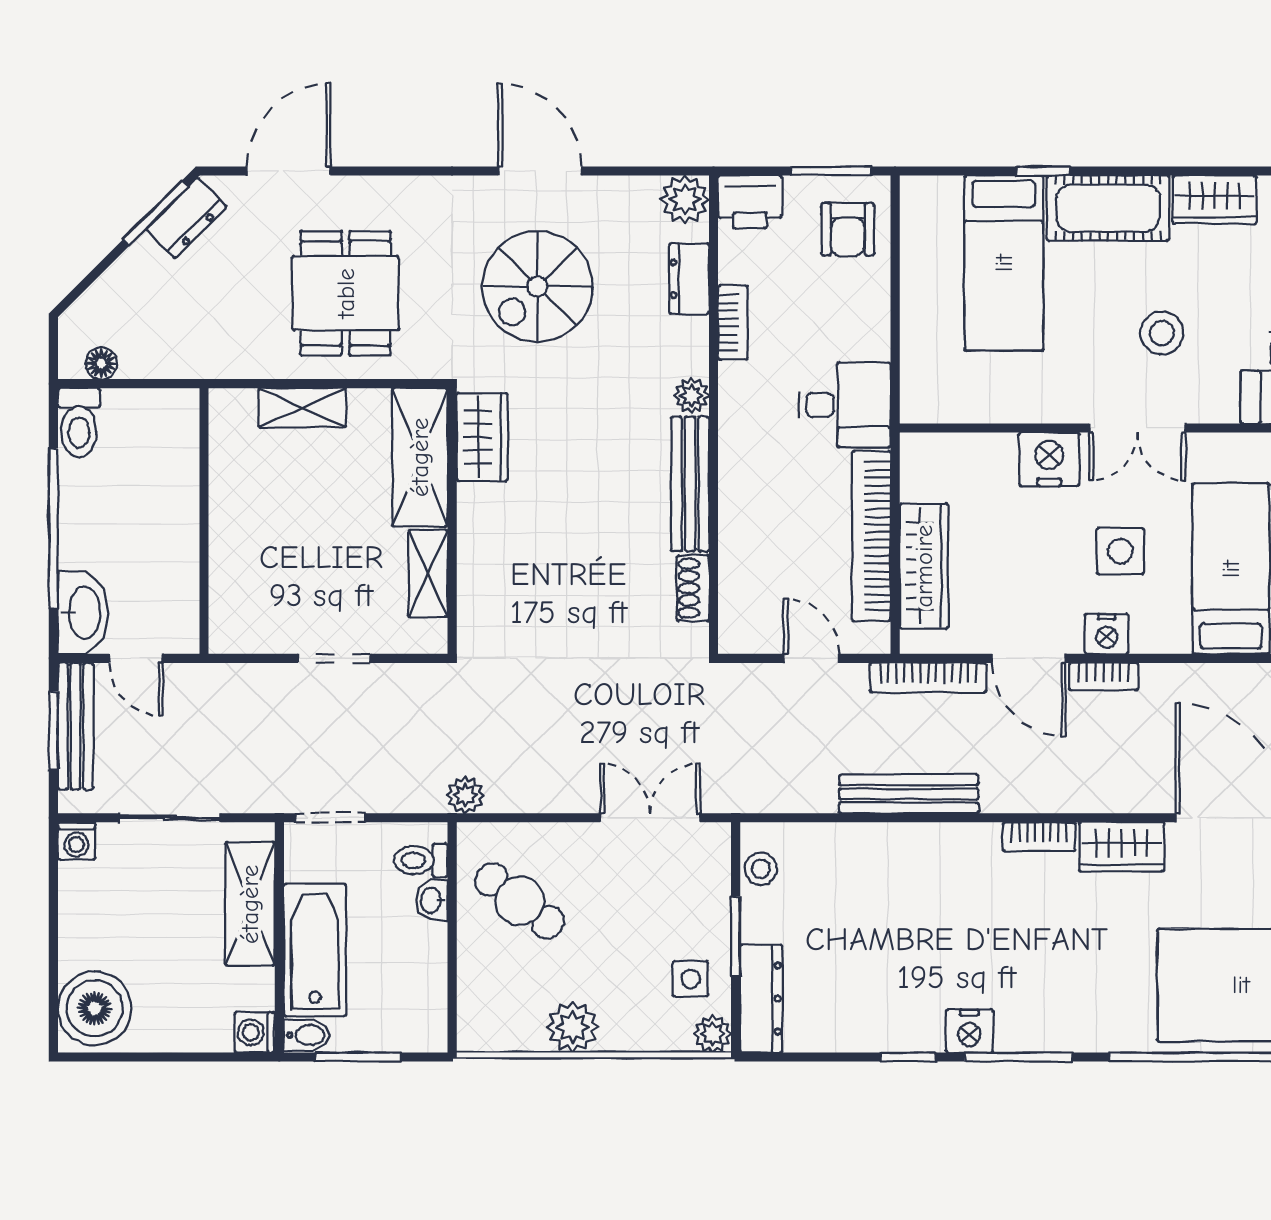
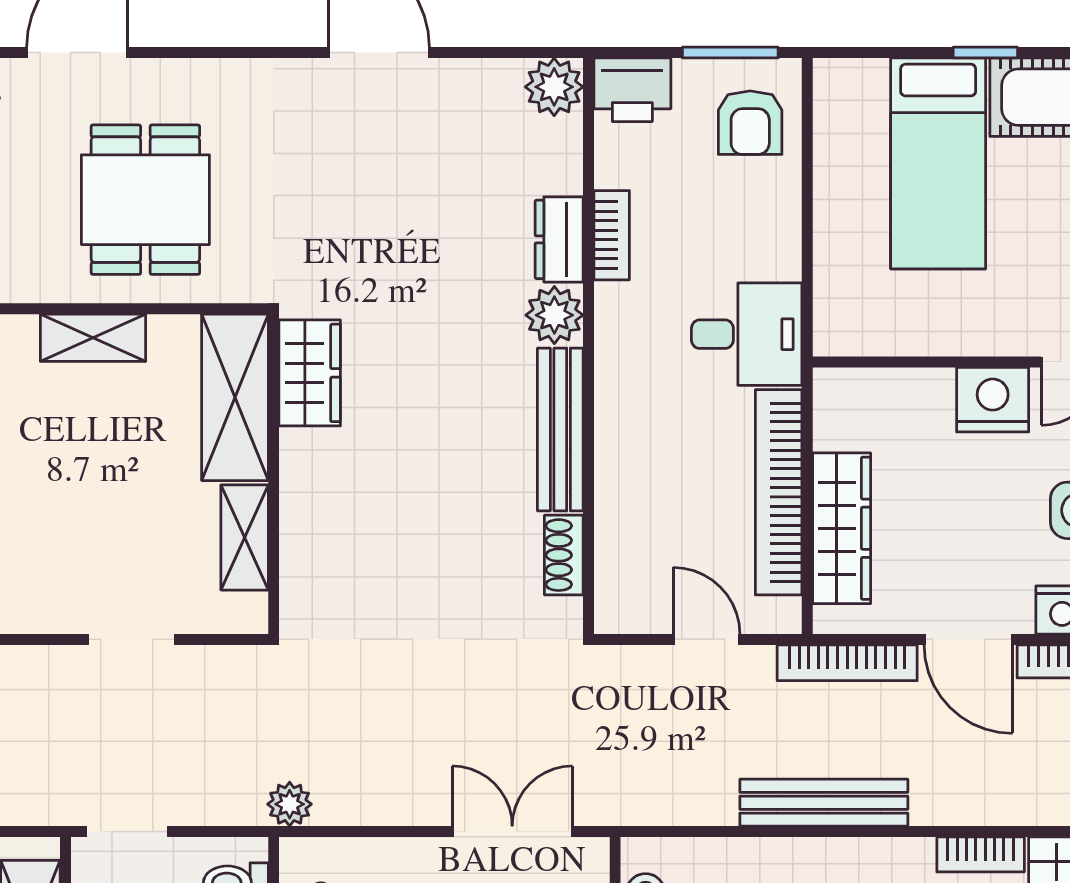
dresser: (689, 279) -> (559, 239), moved
spiral stairs: (537, 287) -> (376, 192), removed
plant: (692, 395) -> (554, 315), width x1.38, depth x1.38

